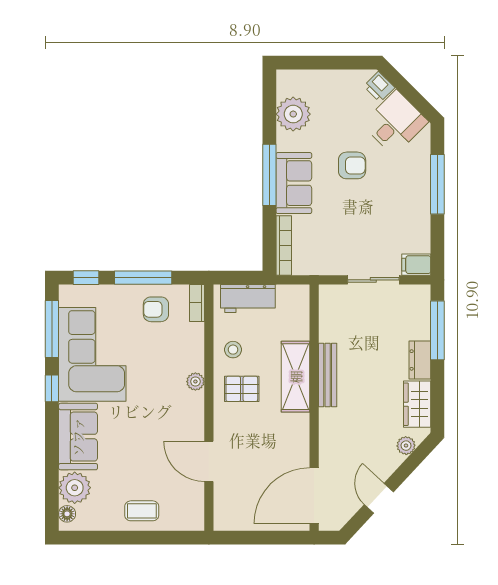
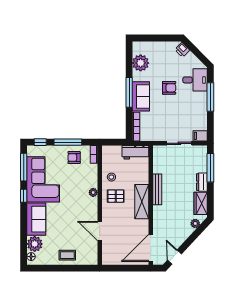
desk: (395, 123) -> (195, 80), moved, turned 45
workbench: (248, 299) -> (135, 152), moved
shelving: (296, 377) -> (142, 202), moved
door: (379, 498) -> (175, 257), moved

